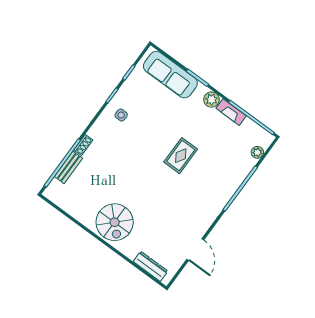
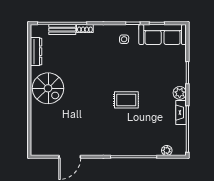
sofa: (170, 75) -> (163, 35), moved, turned -90
spiral stairs: (115, 222) -> (48, 88), turned -90
dresser: (151, 266) -> (36, 52), moved

